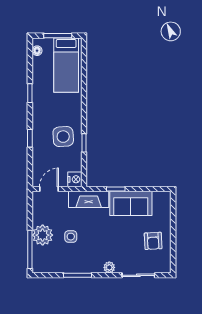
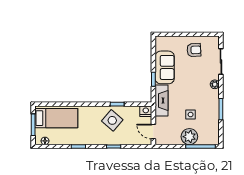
side table: (63, 137) -> (112, 120), turned 45

